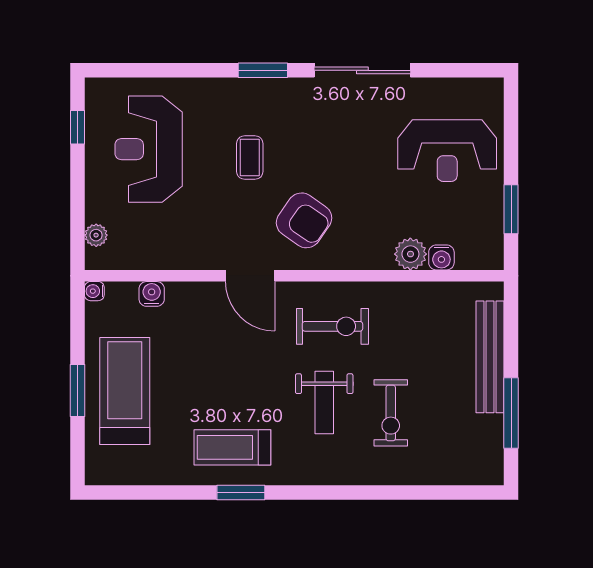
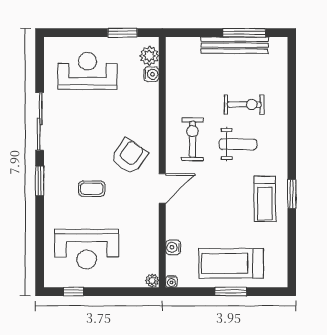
reception desk: (447, 151) -> (88, 71), turned -90
plant: (96, 235) -> (152, 281), moved
plant: (410, 254) -> (149, 56), moved
bench: (490, 357) -> (235, 45), moved

